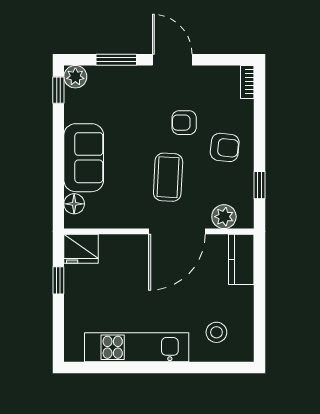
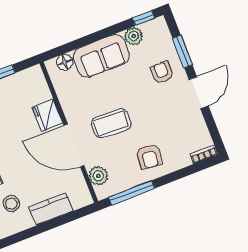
plant: (75, 77) -> (134, 36), moved
armchair: (184, 123) -> (162, 72), moved
window: (260, 185) -> (132, 193), width x2.17
fridge: (81, 249) -> (47, 115), moved
kitchen counter: (241, 259) -> (51, 209), moved

